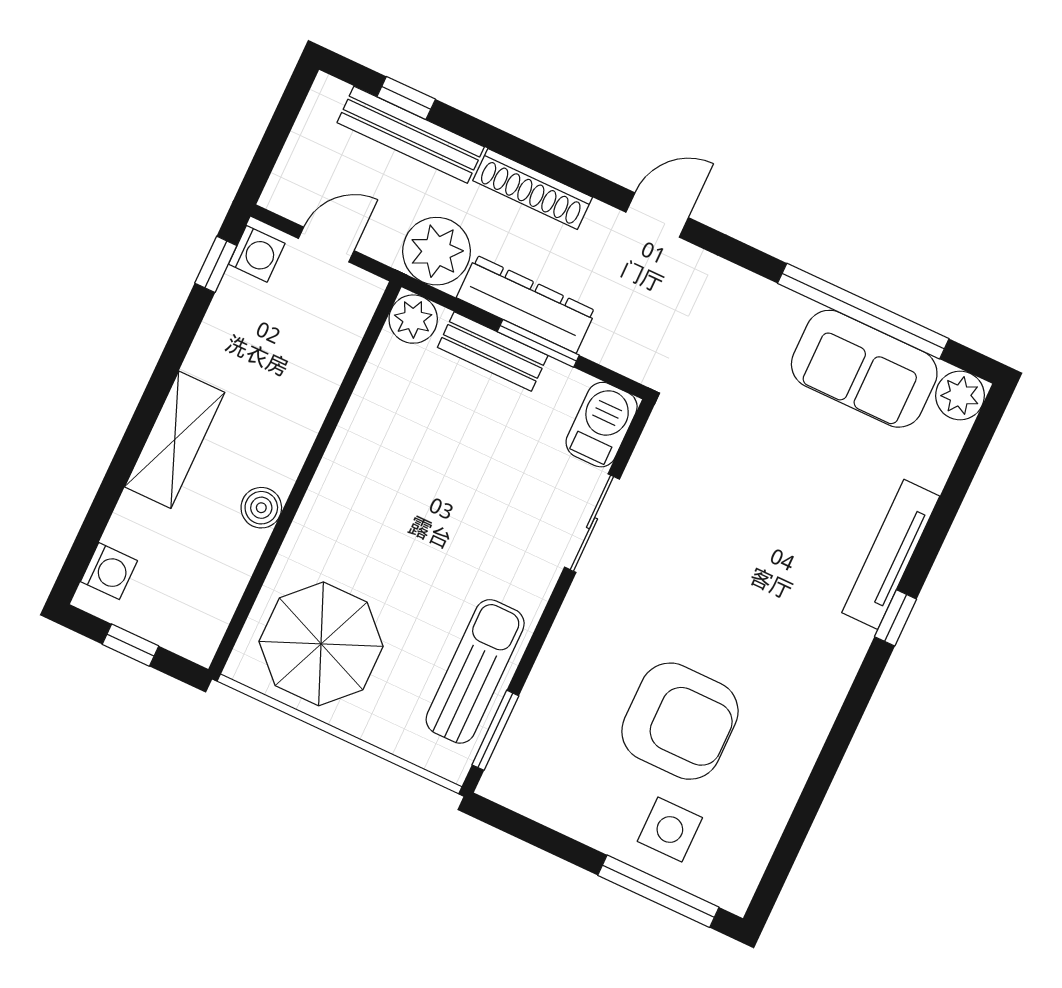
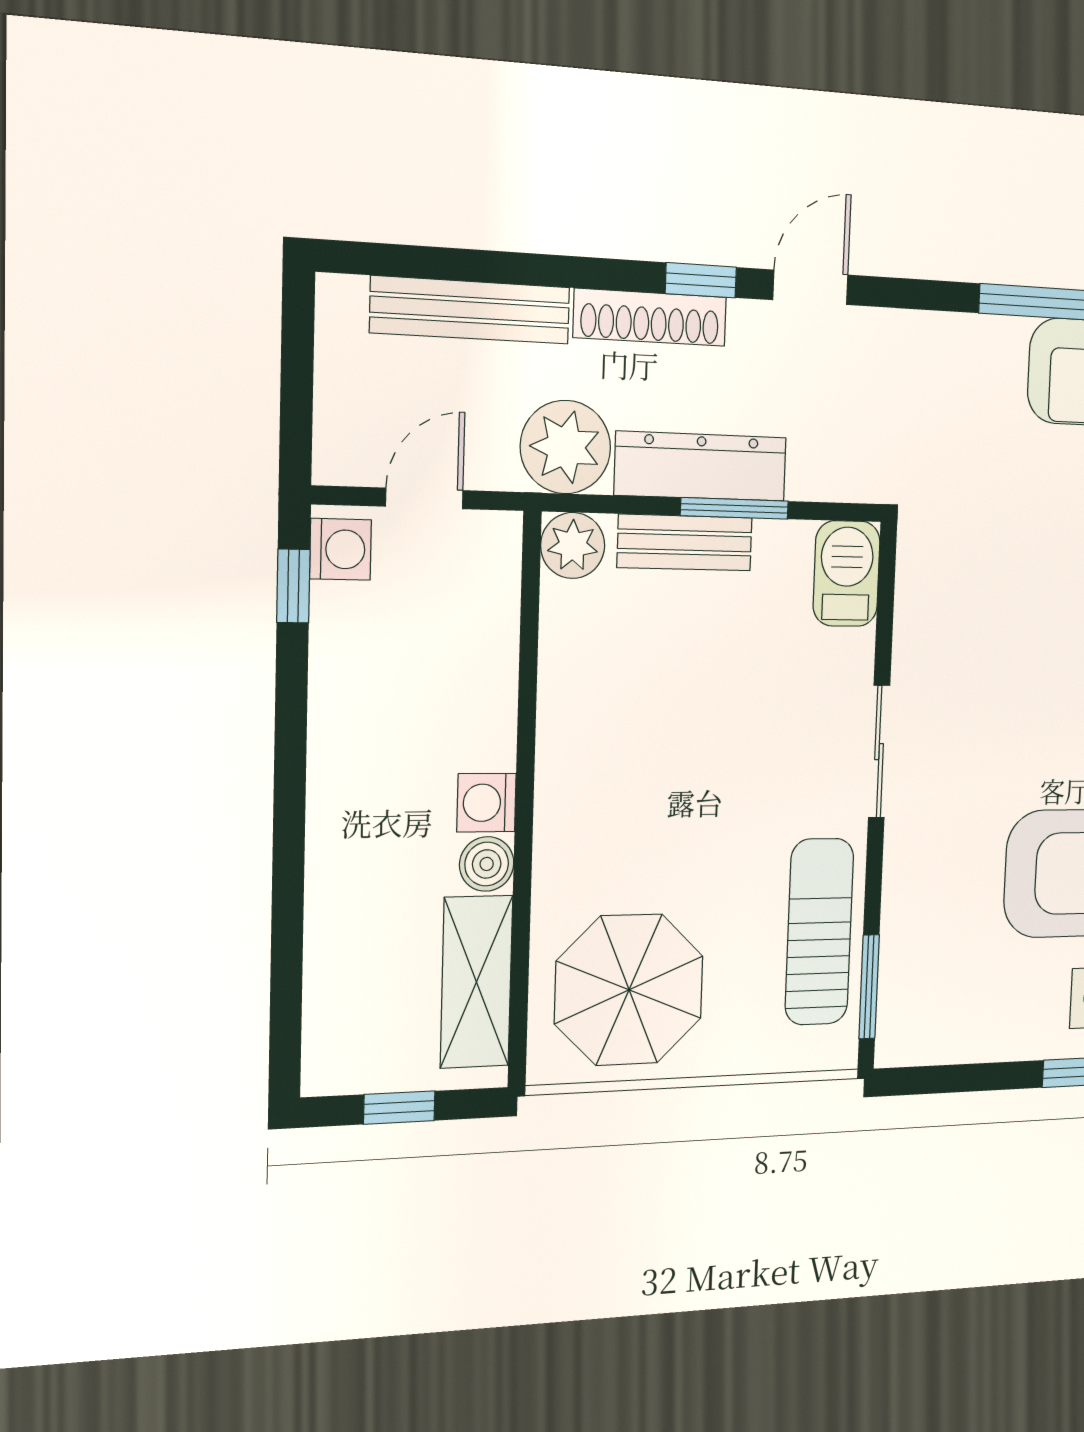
window: (406, 98) -> (701, 280), moved
shelving: (175, 440) -> (476, 982), moved
sliding door: (592, 523) -> (879, 752), moved
washing machine: (109, 571) -> (487, 803), moved, turned 180

